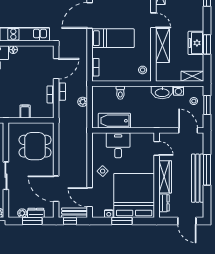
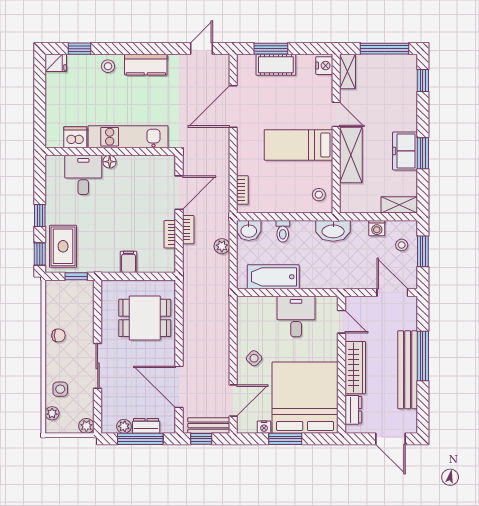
bed: (113, 38) -> (298, 145), moved, turned 180
washbasin: (99, 92) -> (249, 230), added
washbasin: (162, 92) -> (333, 231), moved
desk: (118, 145) -> (296, 317), moved
door: (90, 197) -> (233, 401), swing flipped
window: (32, 221) -> (140, 439), width x1.44

